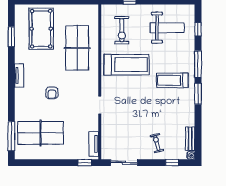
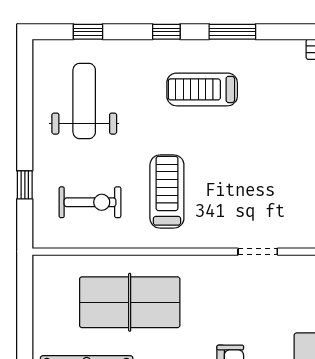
window: (198, 64) -> (166, 32), width x0.46
treadmill: (127, 65) -> (167, 192), width x0.73, depth x0.73
treadmill: (172, 80) -> (202, 89), turned 90

